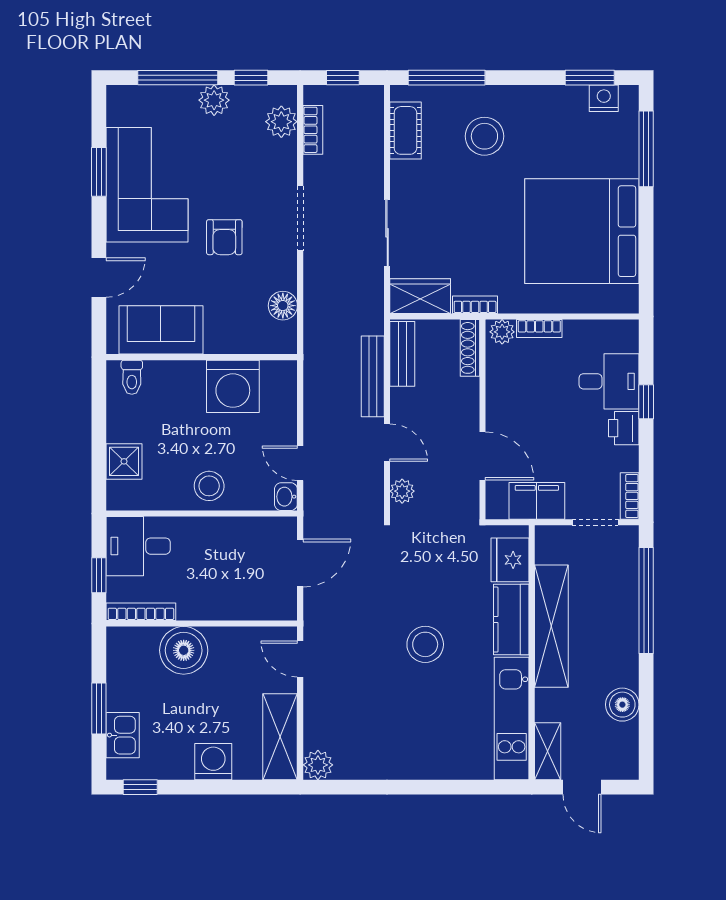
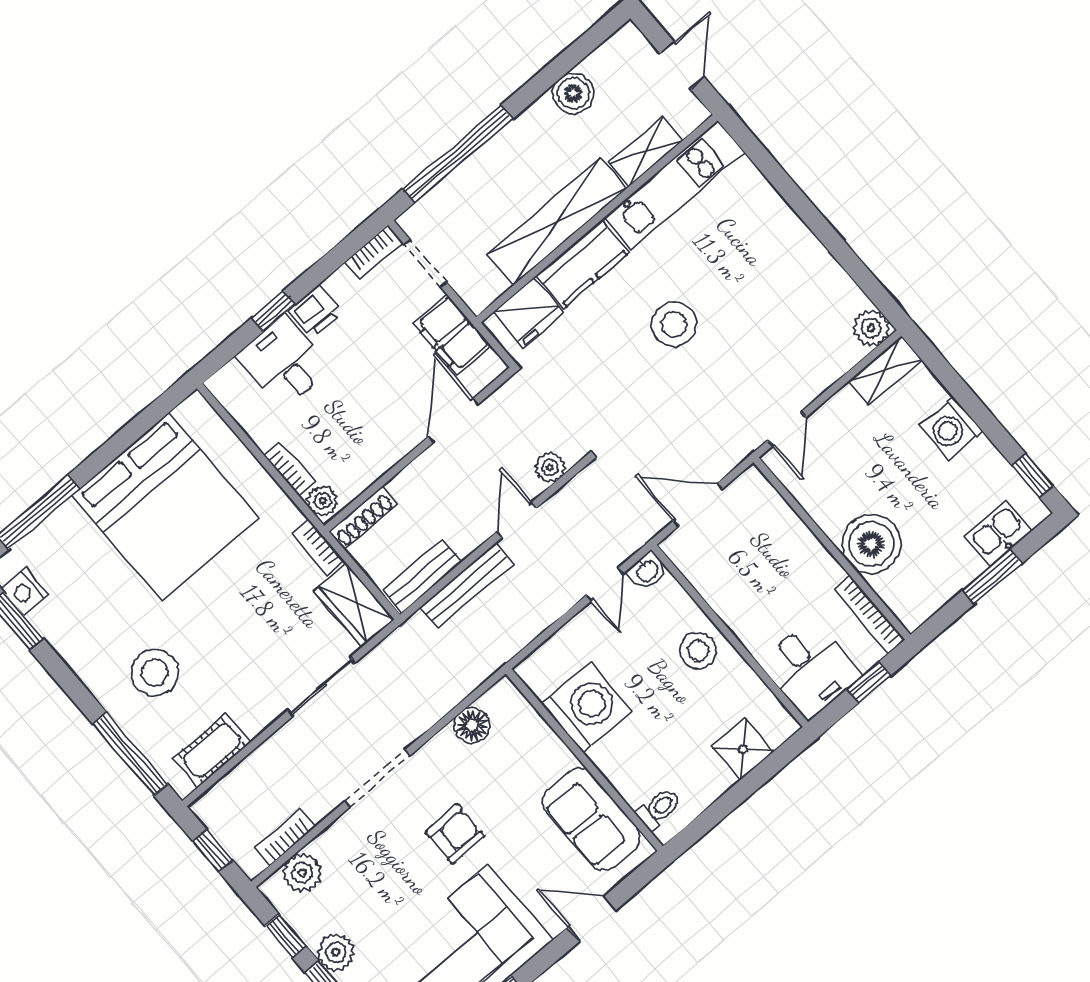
shelving: (280, 737) -> (885, 370), width x0.67, depth x0.75
shelving: (548, 751) -> (646, 152), moved

